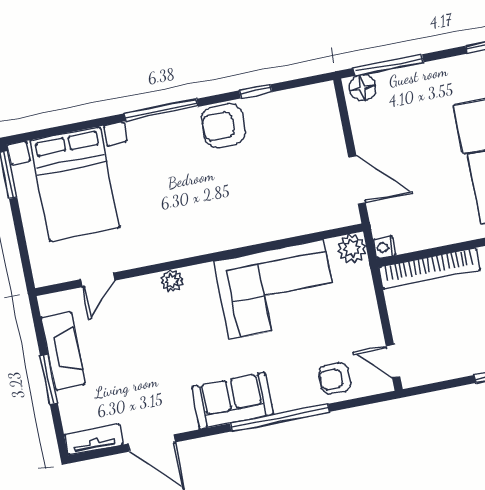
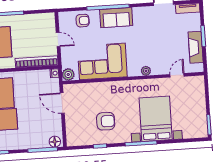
armchair: (223, 125) -> (106, 121), moved
bed with nightstands: (75, 184) -> (156, 119), moved
door: (393, 361) -> (58, 40), moved
sofa: (232, 401) -> (116, 18), moved

